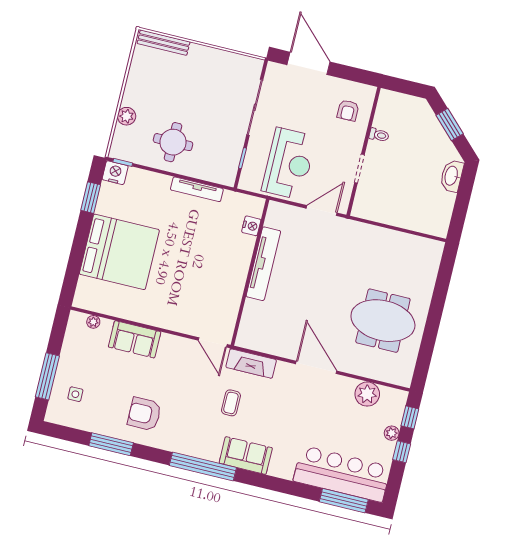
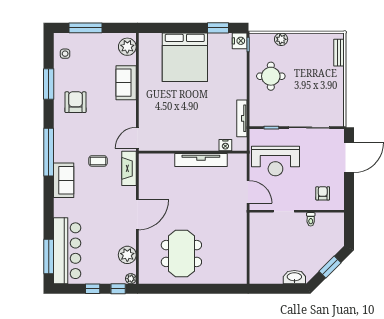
bench: (164, 43) -> (339, 53), width x0.73
armchair: (348, 110) -> (323, 193), turned 90
tv unit: (197, 189) -> (242, 118), moved
plant: (93, 322) -> (127, 47), width x1.87, depth x1.87
side table: (75, 394) -> (65, 54), moved
plant: (392, 433) -> (131, 279), moved

